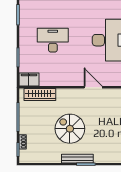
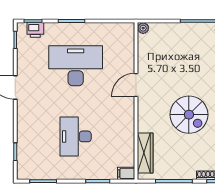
filing cabinet: (29, 80) -> (126, 173), width x0.50
spiral stairs: (70, 129) -> (189, 115), turned -90

